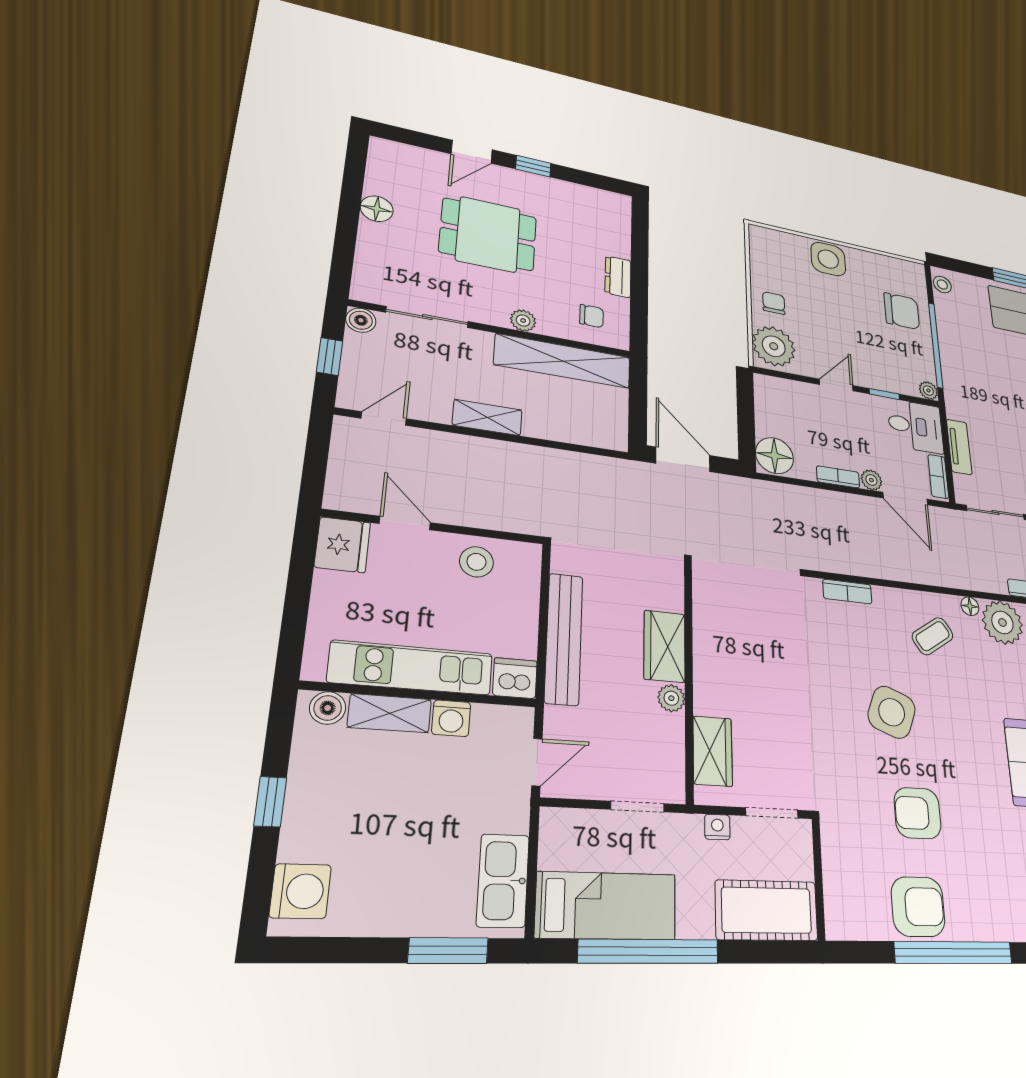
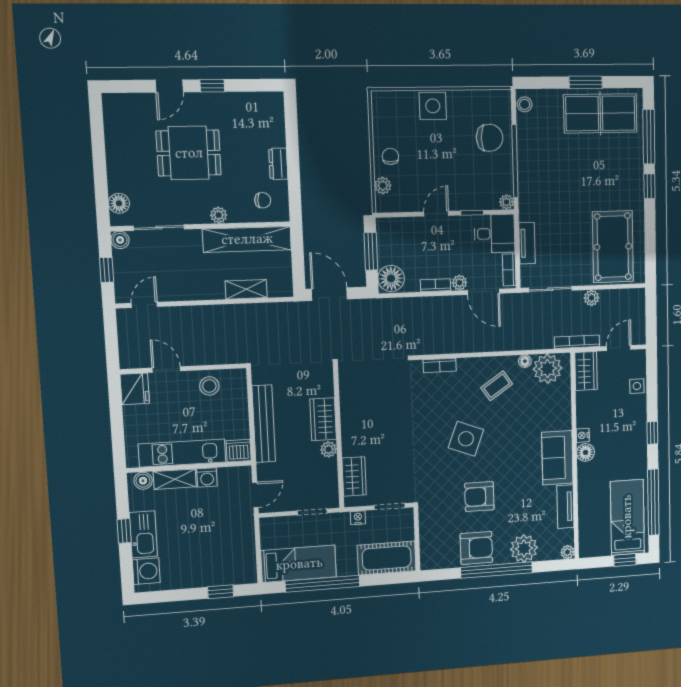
floor lamp: (377, 209) -> (119, 203), moved
plant: (774, 346) -> (383, 186), width x0.53, depth x0.53
window: (746, 414) -> (371, 251), added
shelving: (487, 417) -> (246, 289), moved
kitchen sink: (503, 880) -> (143, 534), moved, turned 180
plant: (995, 916) -> (524, 548), added
window: (448, 951) -> (221, 592), width x0.67

